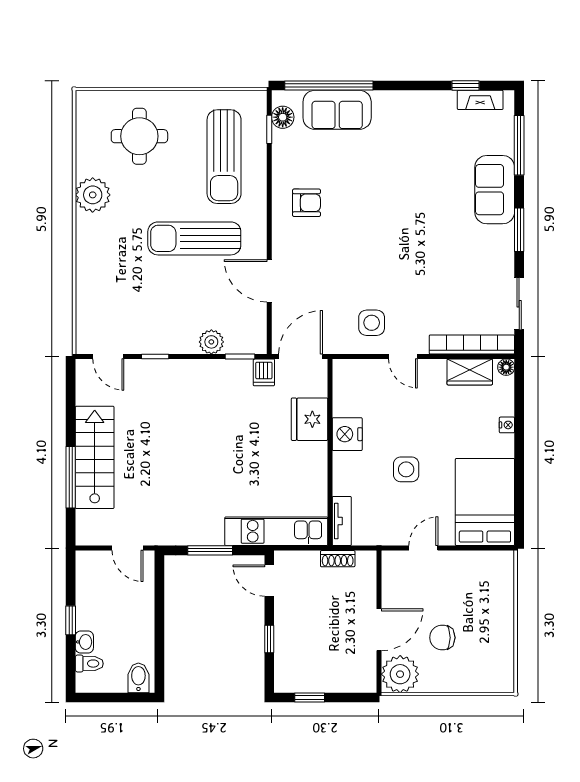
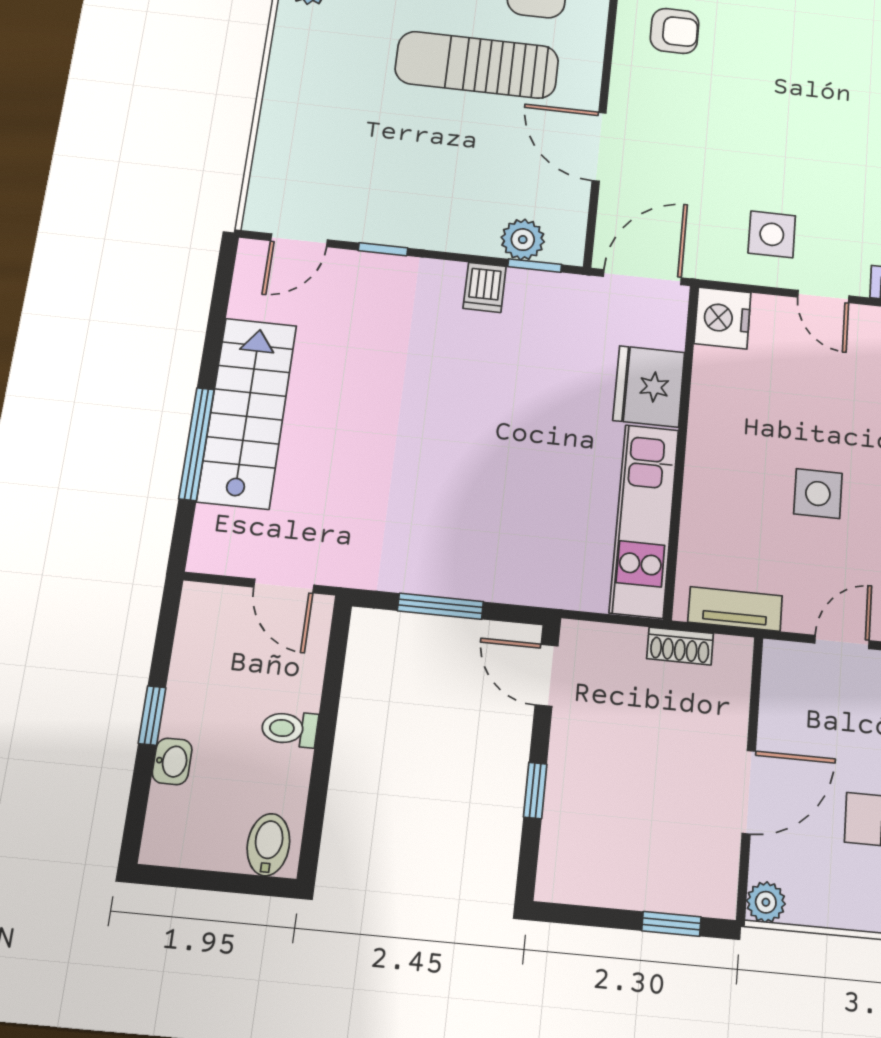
plant: (211, 342) -> (523, 240), moved
door: (108, 357) -> (299, 240), hinge flipped
dishwasher: (264, 372) -> (485, 287), moved
nightstand: (347, 434) -> (723, 318), moved
tv unit: (342, 521) -> (735, 609), moved, turned -90
kitchen unit: (276, 531) -> (644, 520), moved, turned -90
toilet: (89, 664) -> (290, 729), moved, turned 180
plant: (400, 674) -> (766, 902), width x0.53, depth x0.53
window: (310, 698) -> (671, 924), moved

